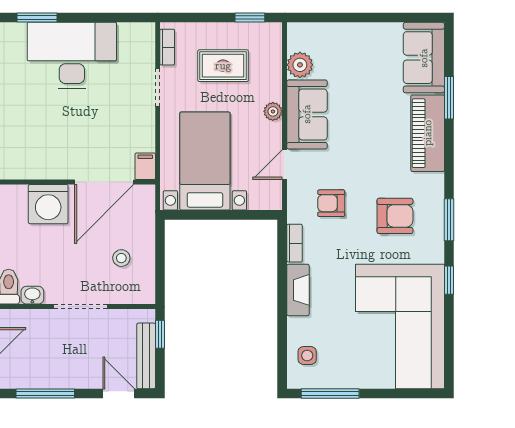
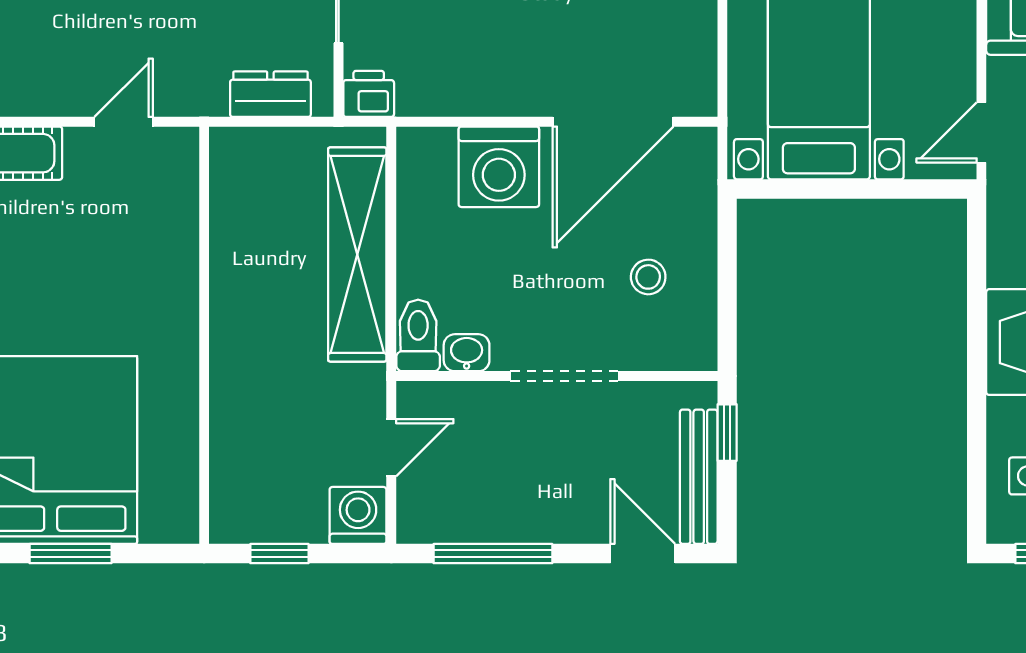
door: (285, 165) -> (981, 133), moved
filing cabinet: (145, 166) -> (697, 90), removed
bookcase: (295, 243) -> (1002, 246), removed

